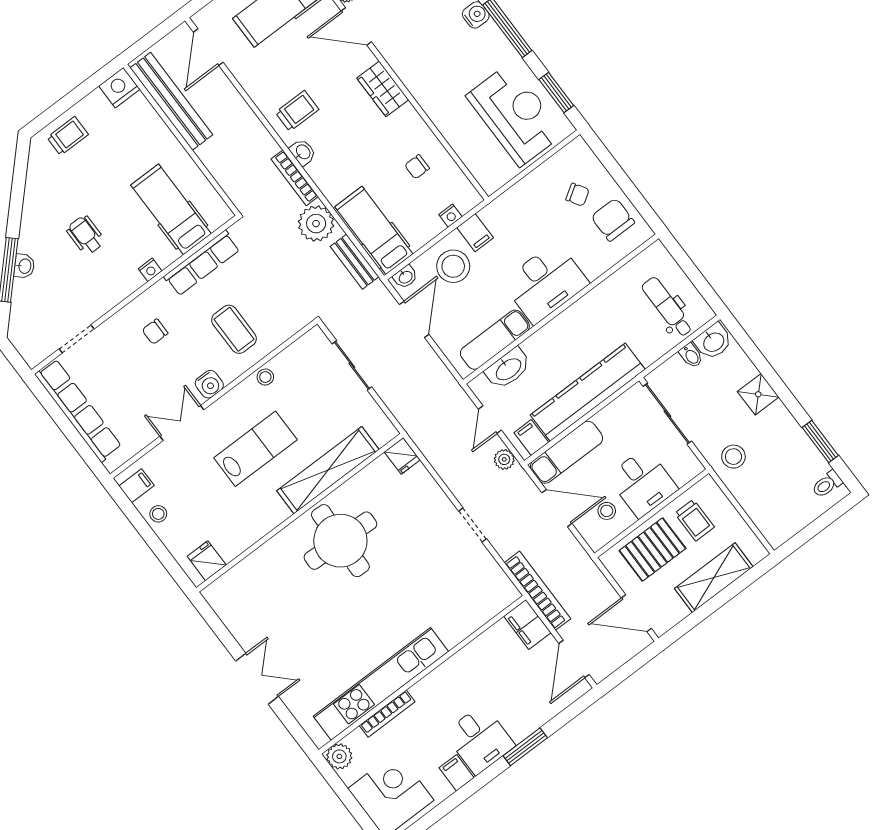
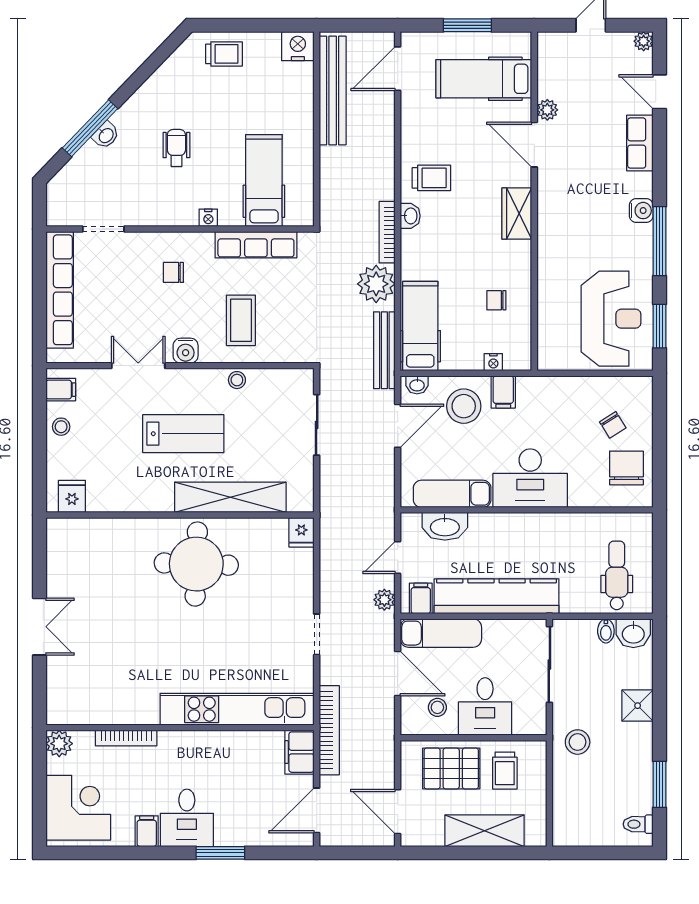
bench: (355, 262) -> (384, 350), width x1.36
kitchen unit: (381, 684) -> (237, 709), moved

